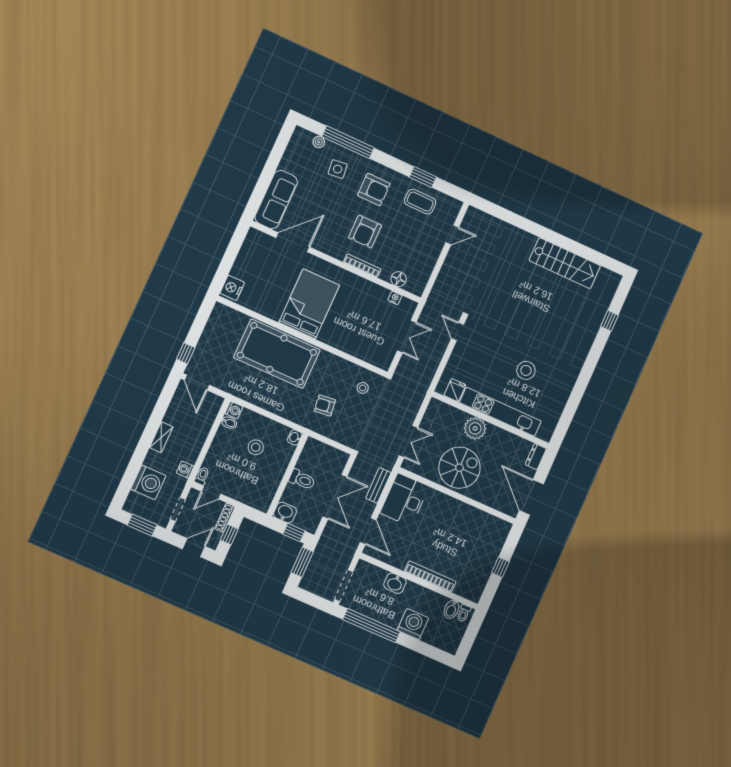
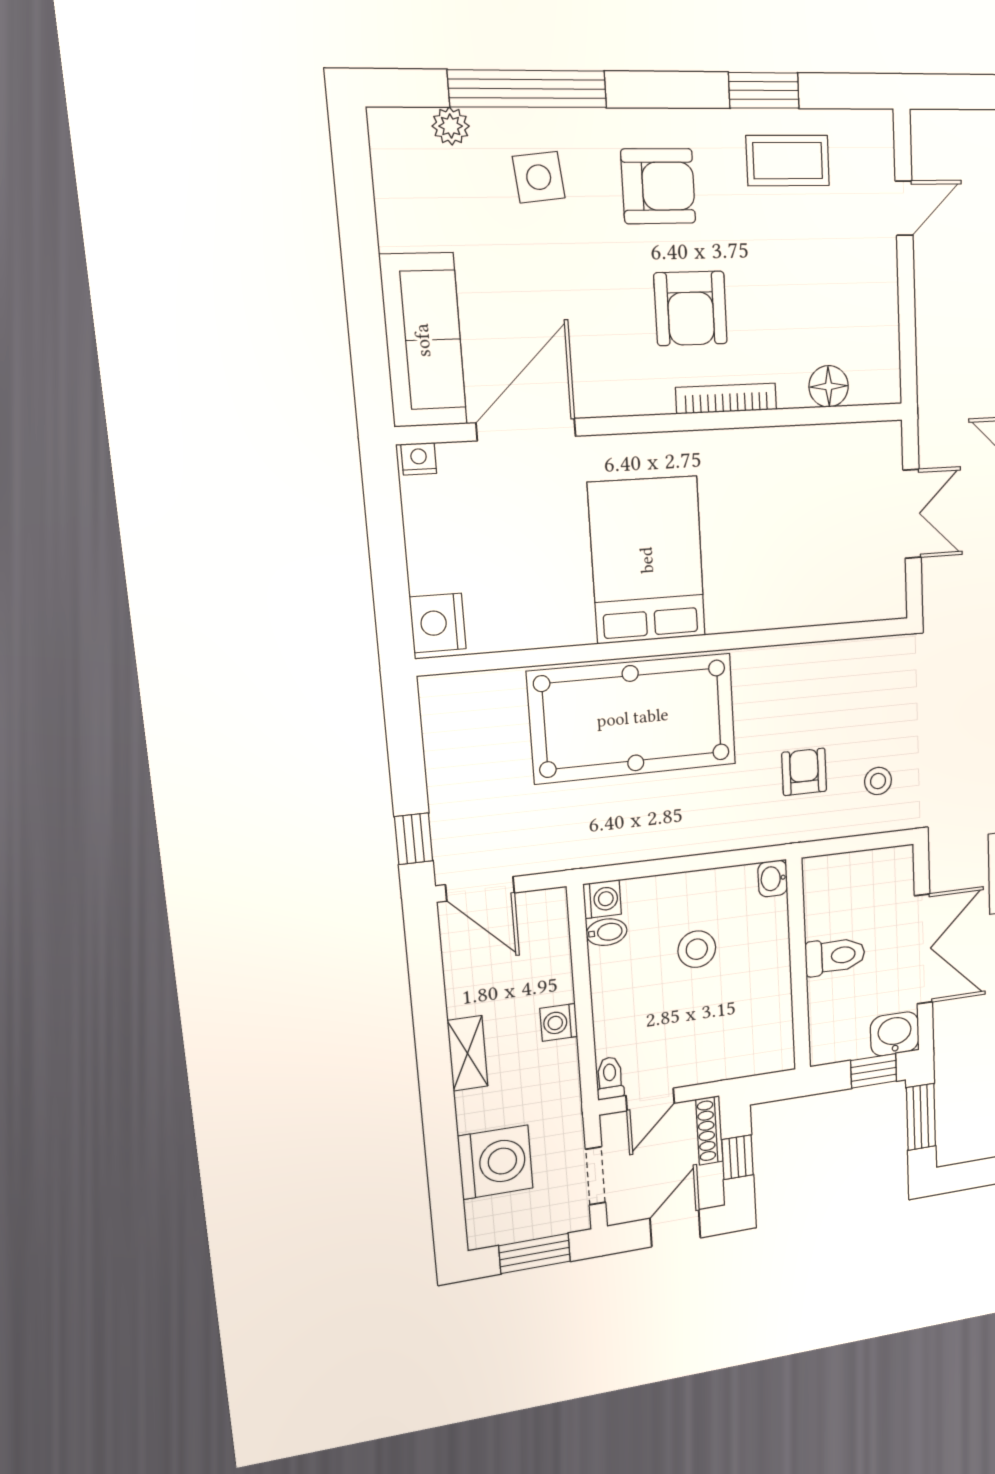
nightstand: (395, 298) -> (419, 459), moved
stool: (363, 388) -> (878, 781), moved
armchair: (325, 406) -> (804, 772), turned 97
washing machine: (185, 470) -> (559, 1022), moved
washbasin: (285, 512) -> (895, 1034), moved

